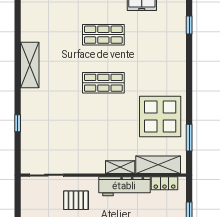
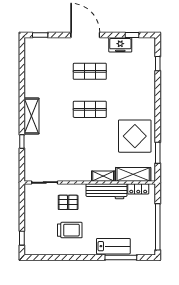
shelving: (30, 65) -> (32, 116), moved

